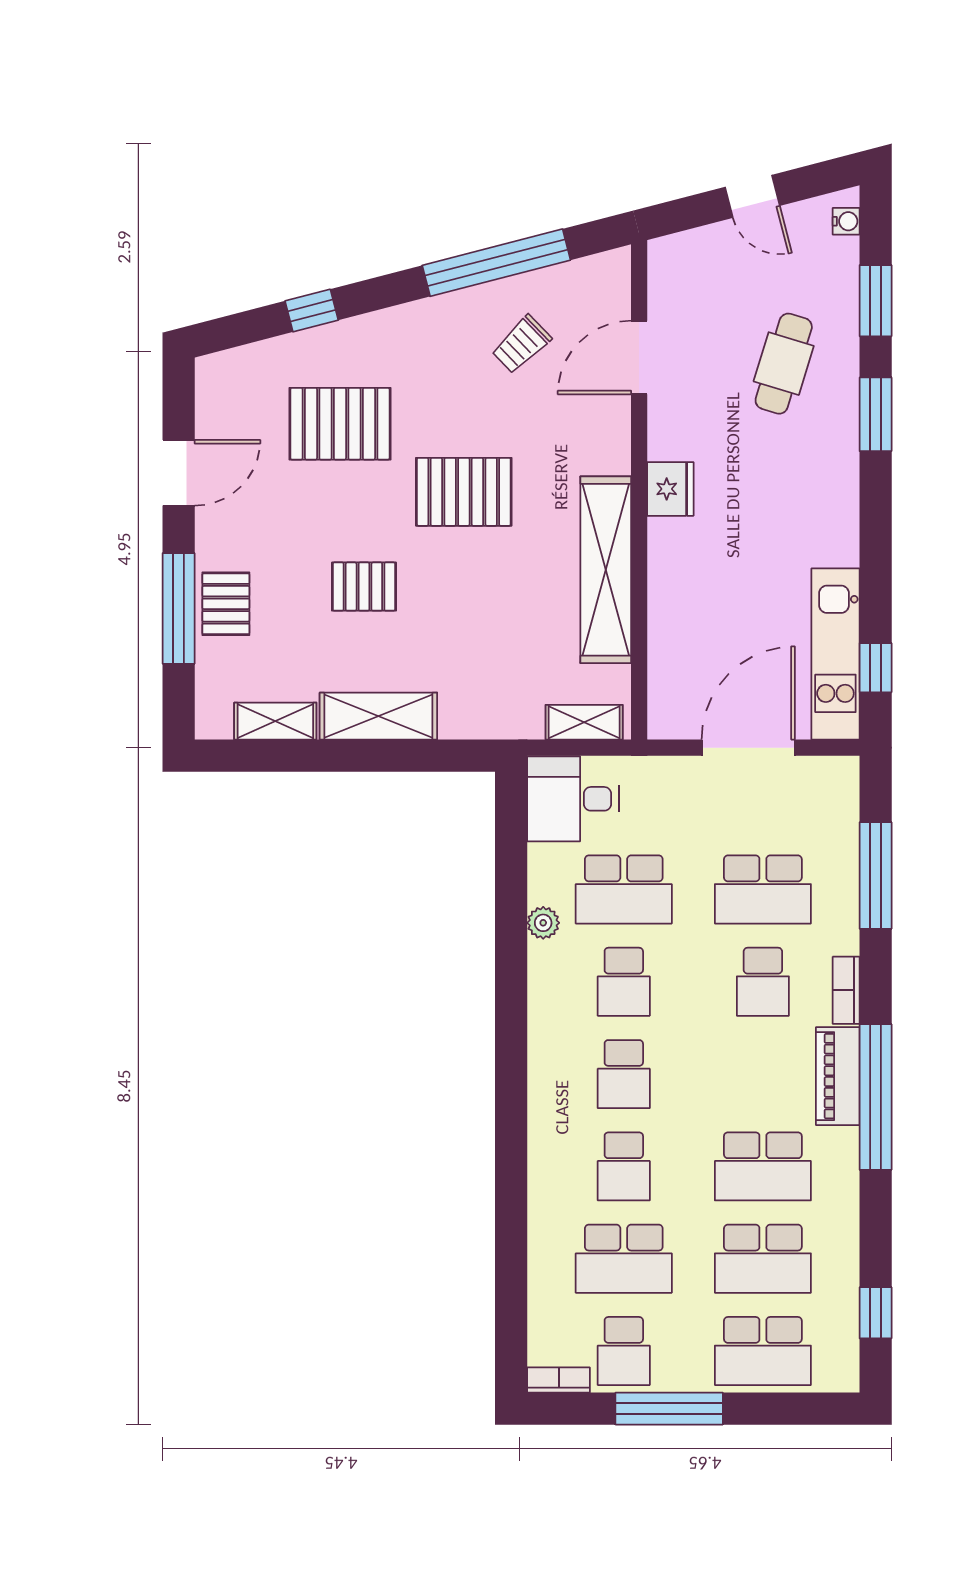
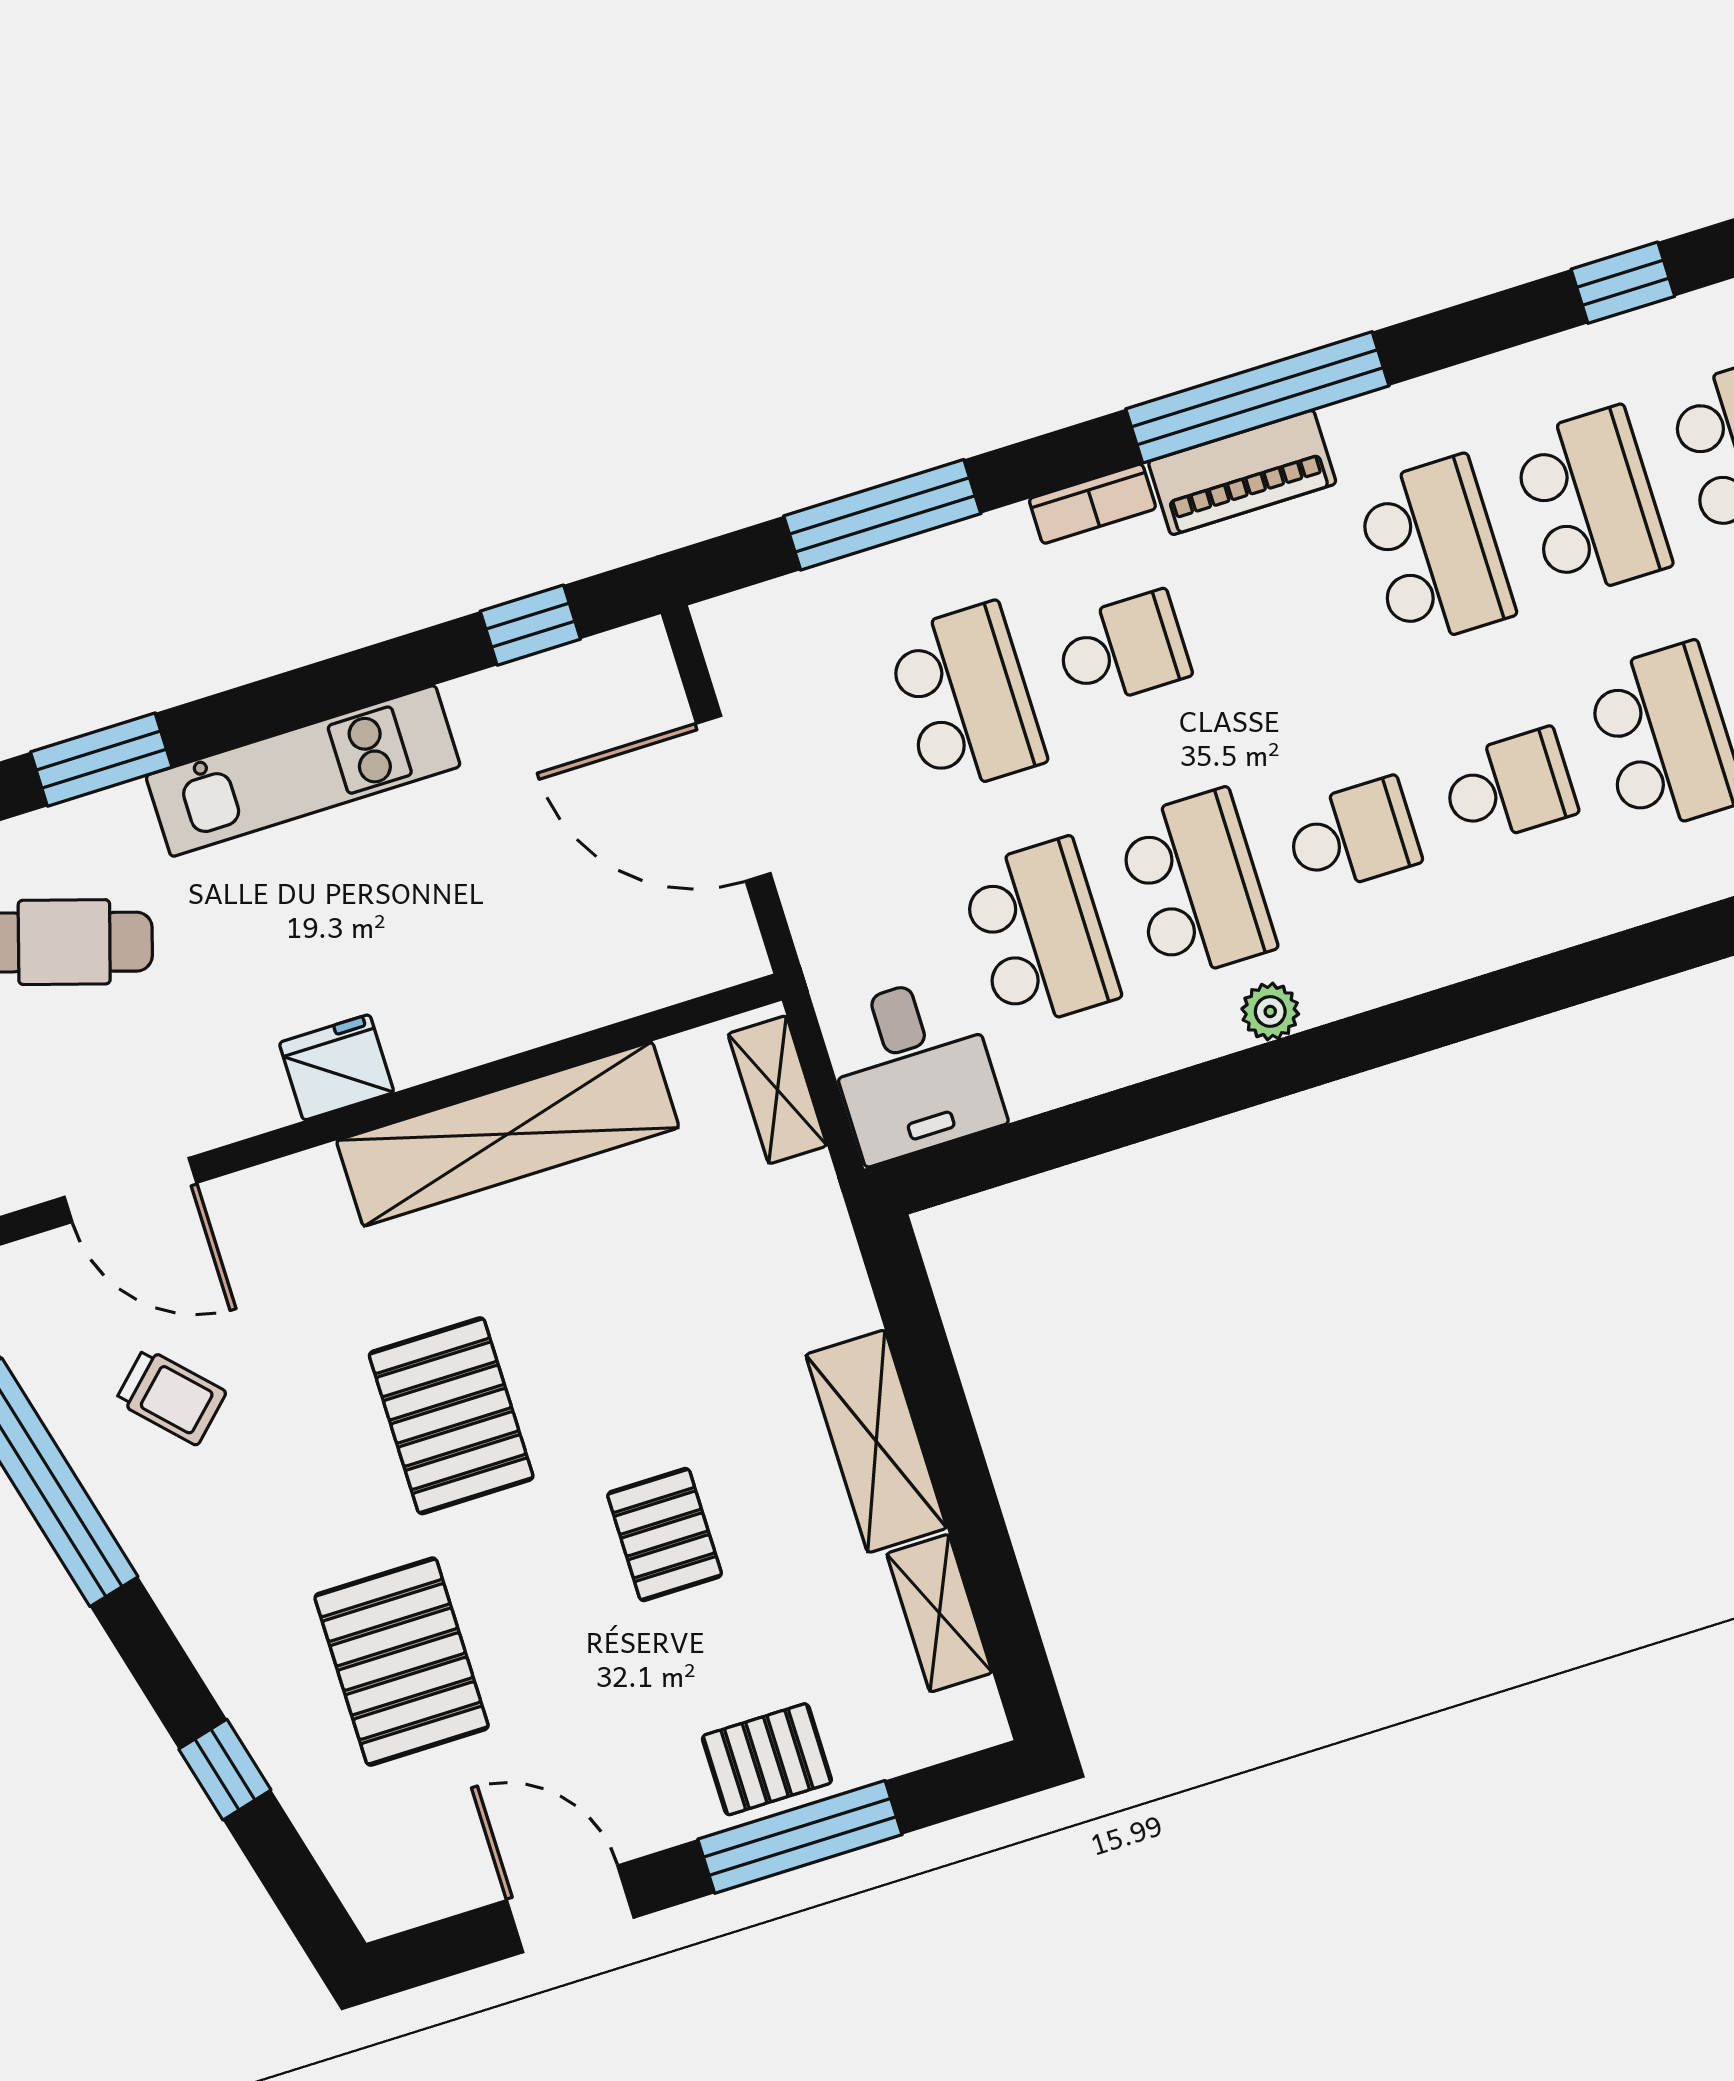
kitchen unit: (835, 654) -> (303, 771), moved
plant: (543, 923) -> (1270, 1011), moved
school desk: (624, 982) -> (1196, 885), width x1.85

